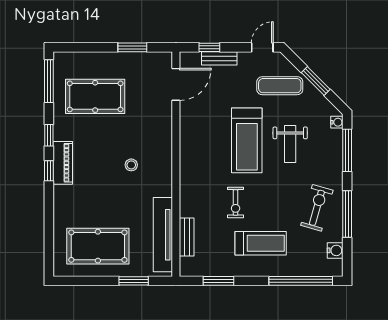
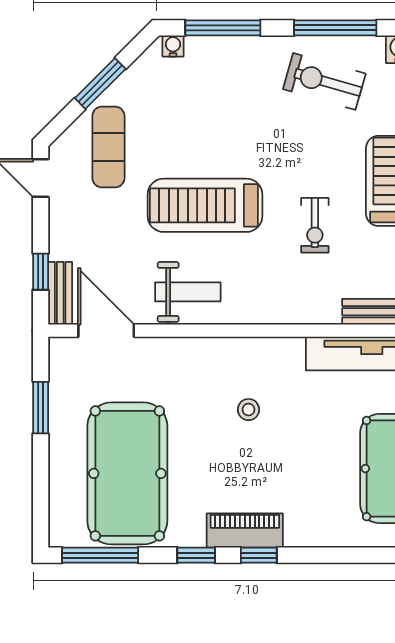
bench: (219, 58) -> (60, 293), moved
pool table: (95, 96) -> (127, 473), width x1.36, depth x1.32
treadmill: (247, 140) -> (205, 205), turned 180
weight bench: (290, 144) -> (188, 292), moved
exercise bike: (236, 202) -> (315, 225), turned 90

